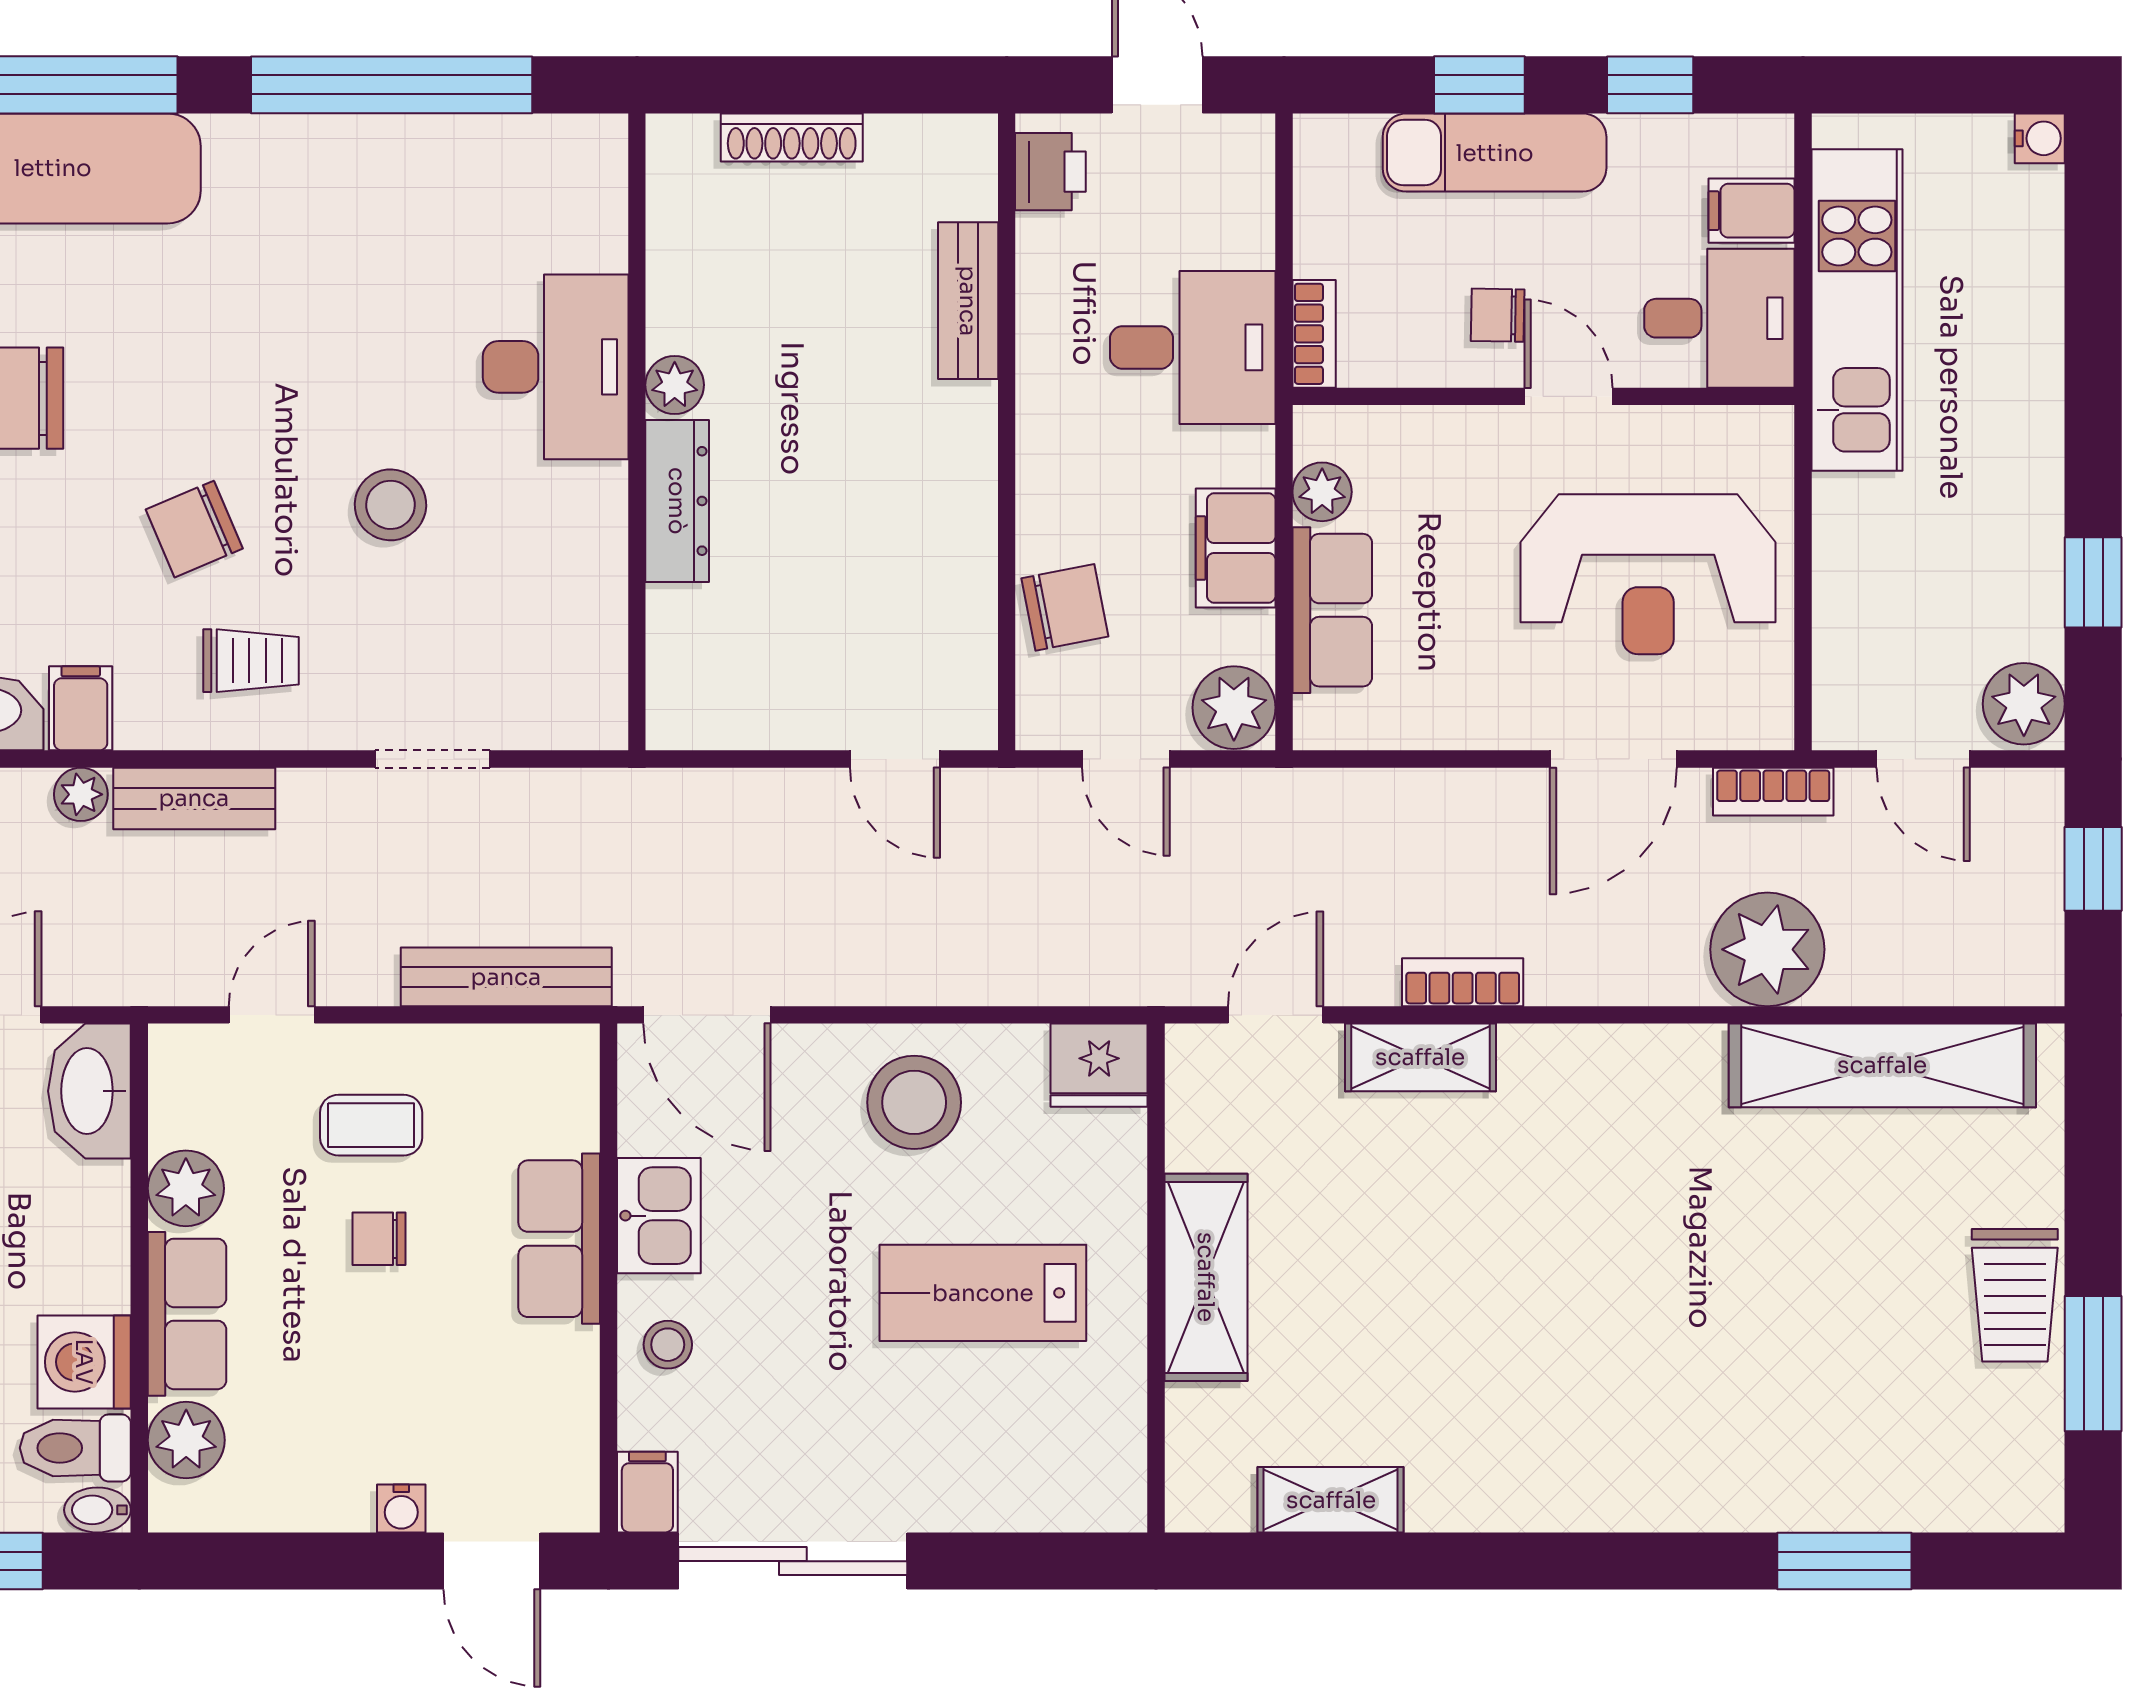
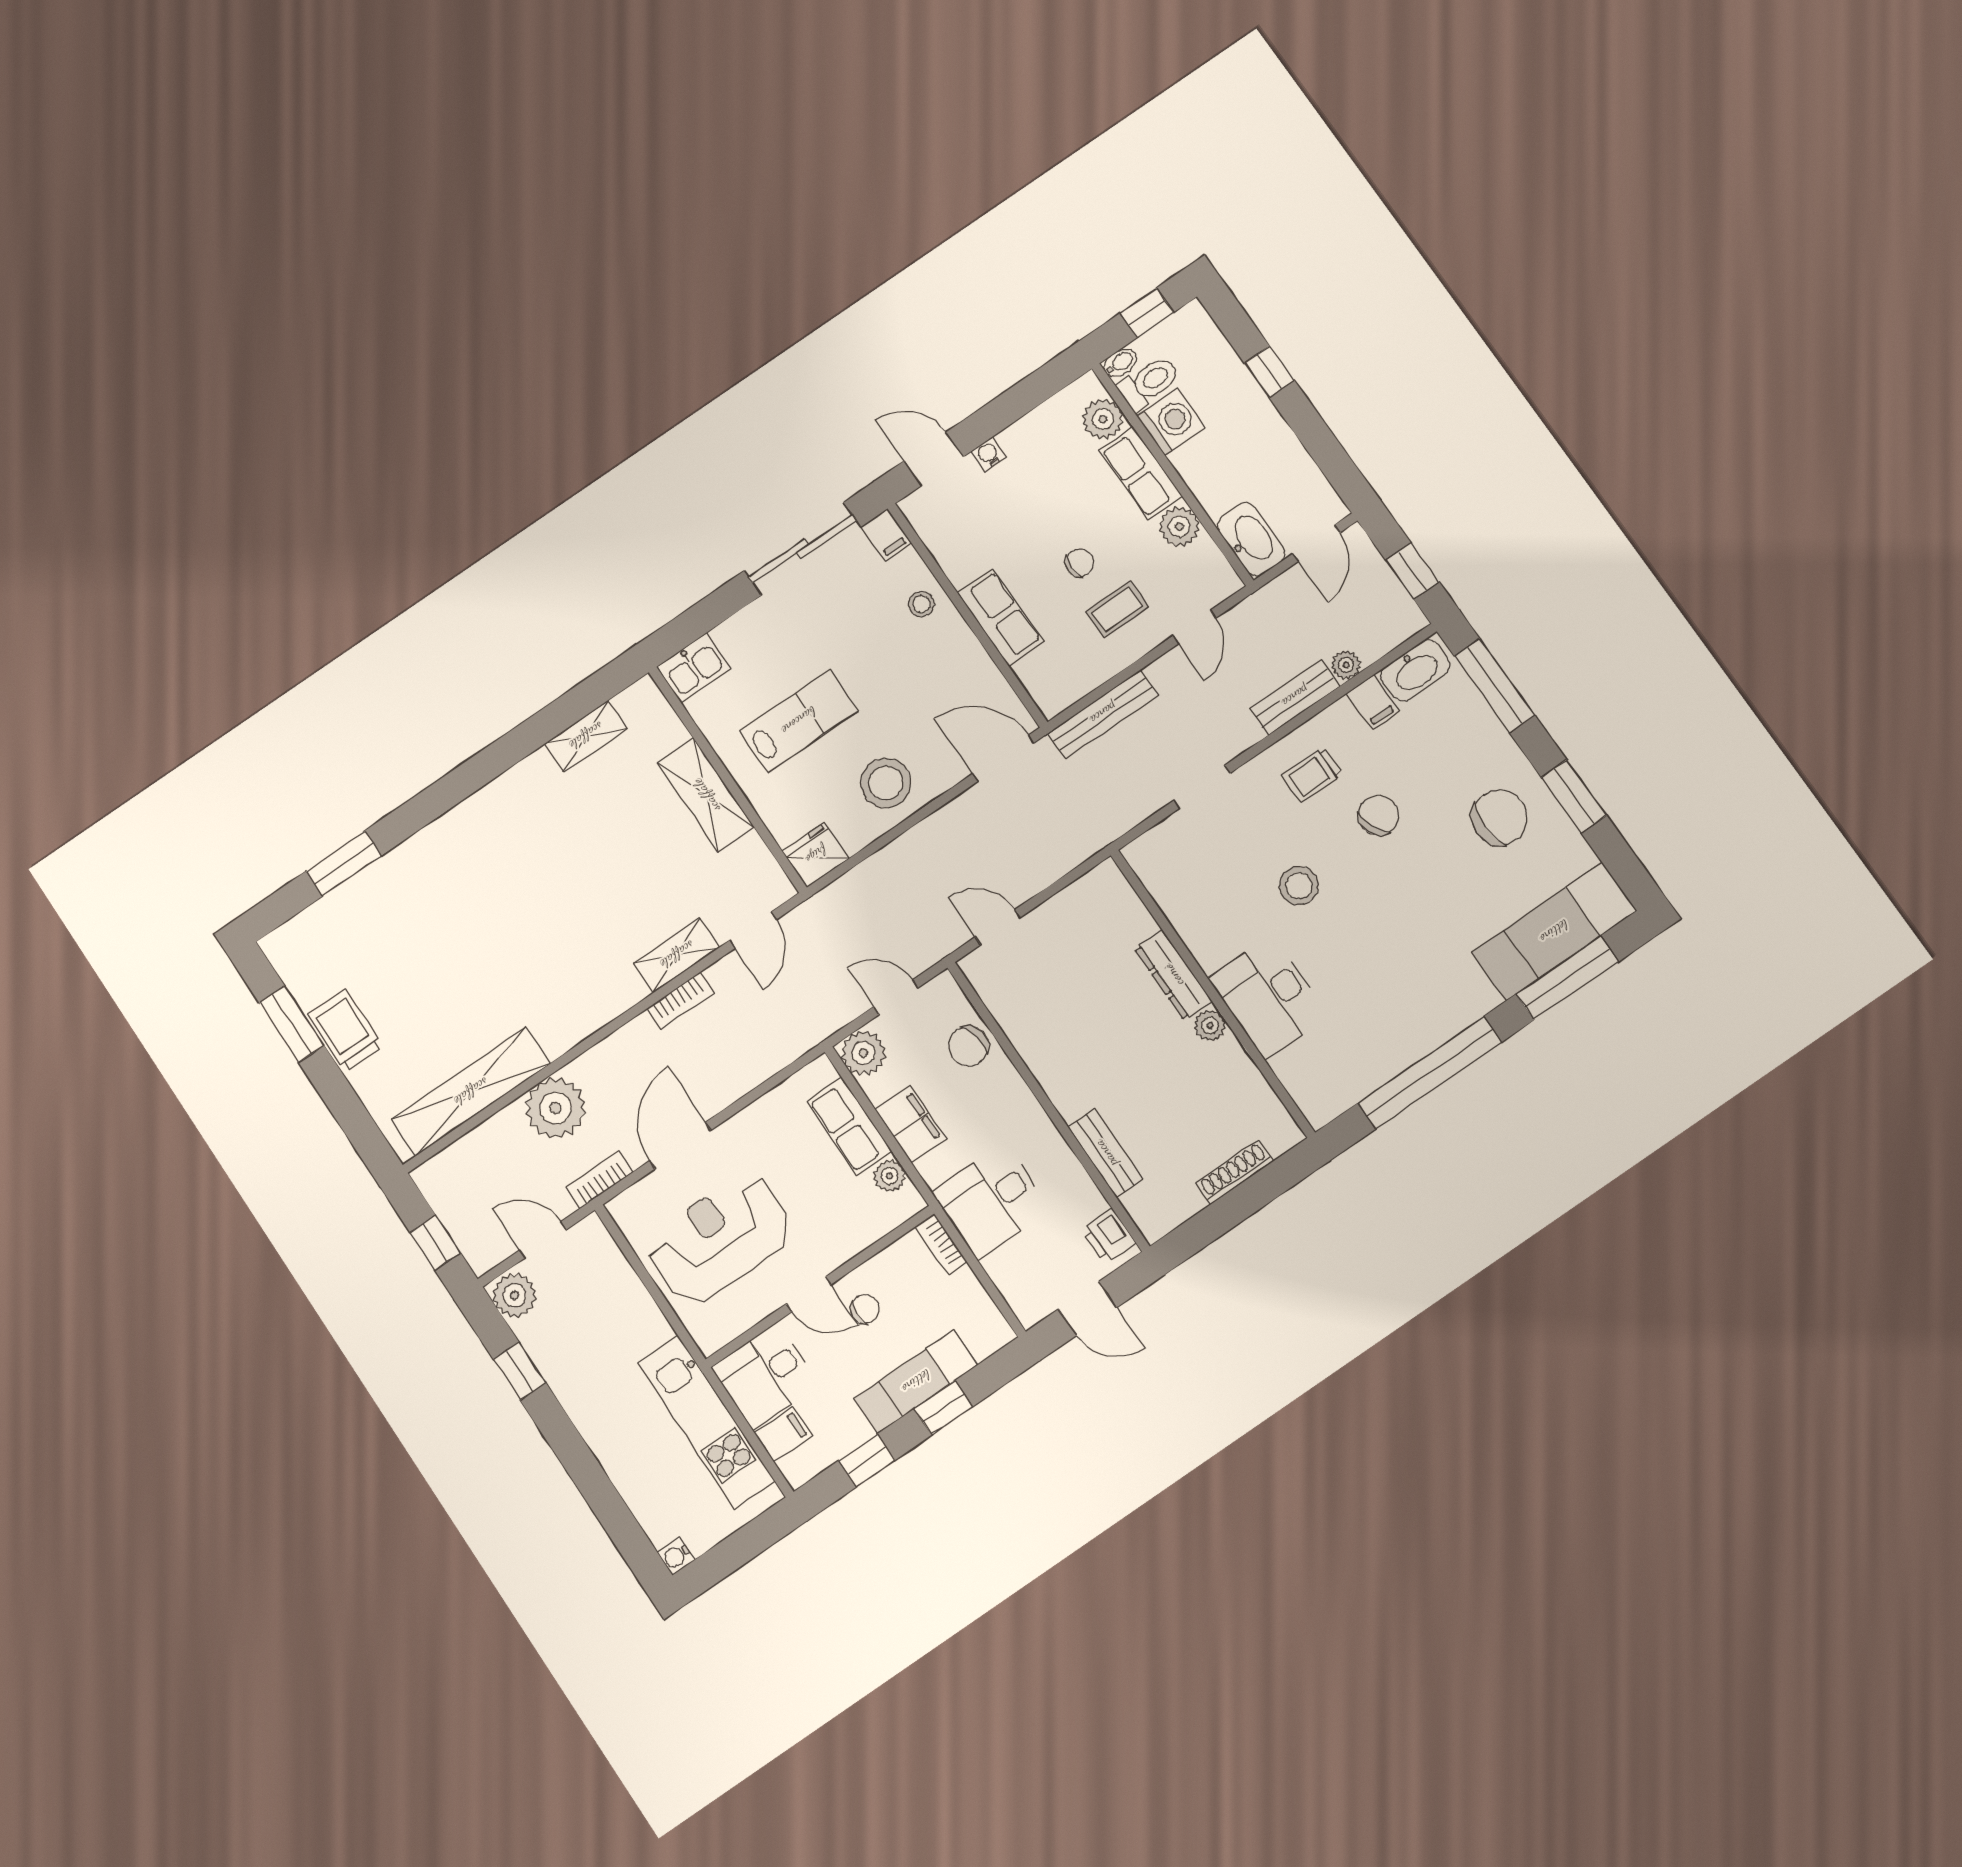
kitchen sink: (659, 1216) -> (694, 668), moved, turned -90

